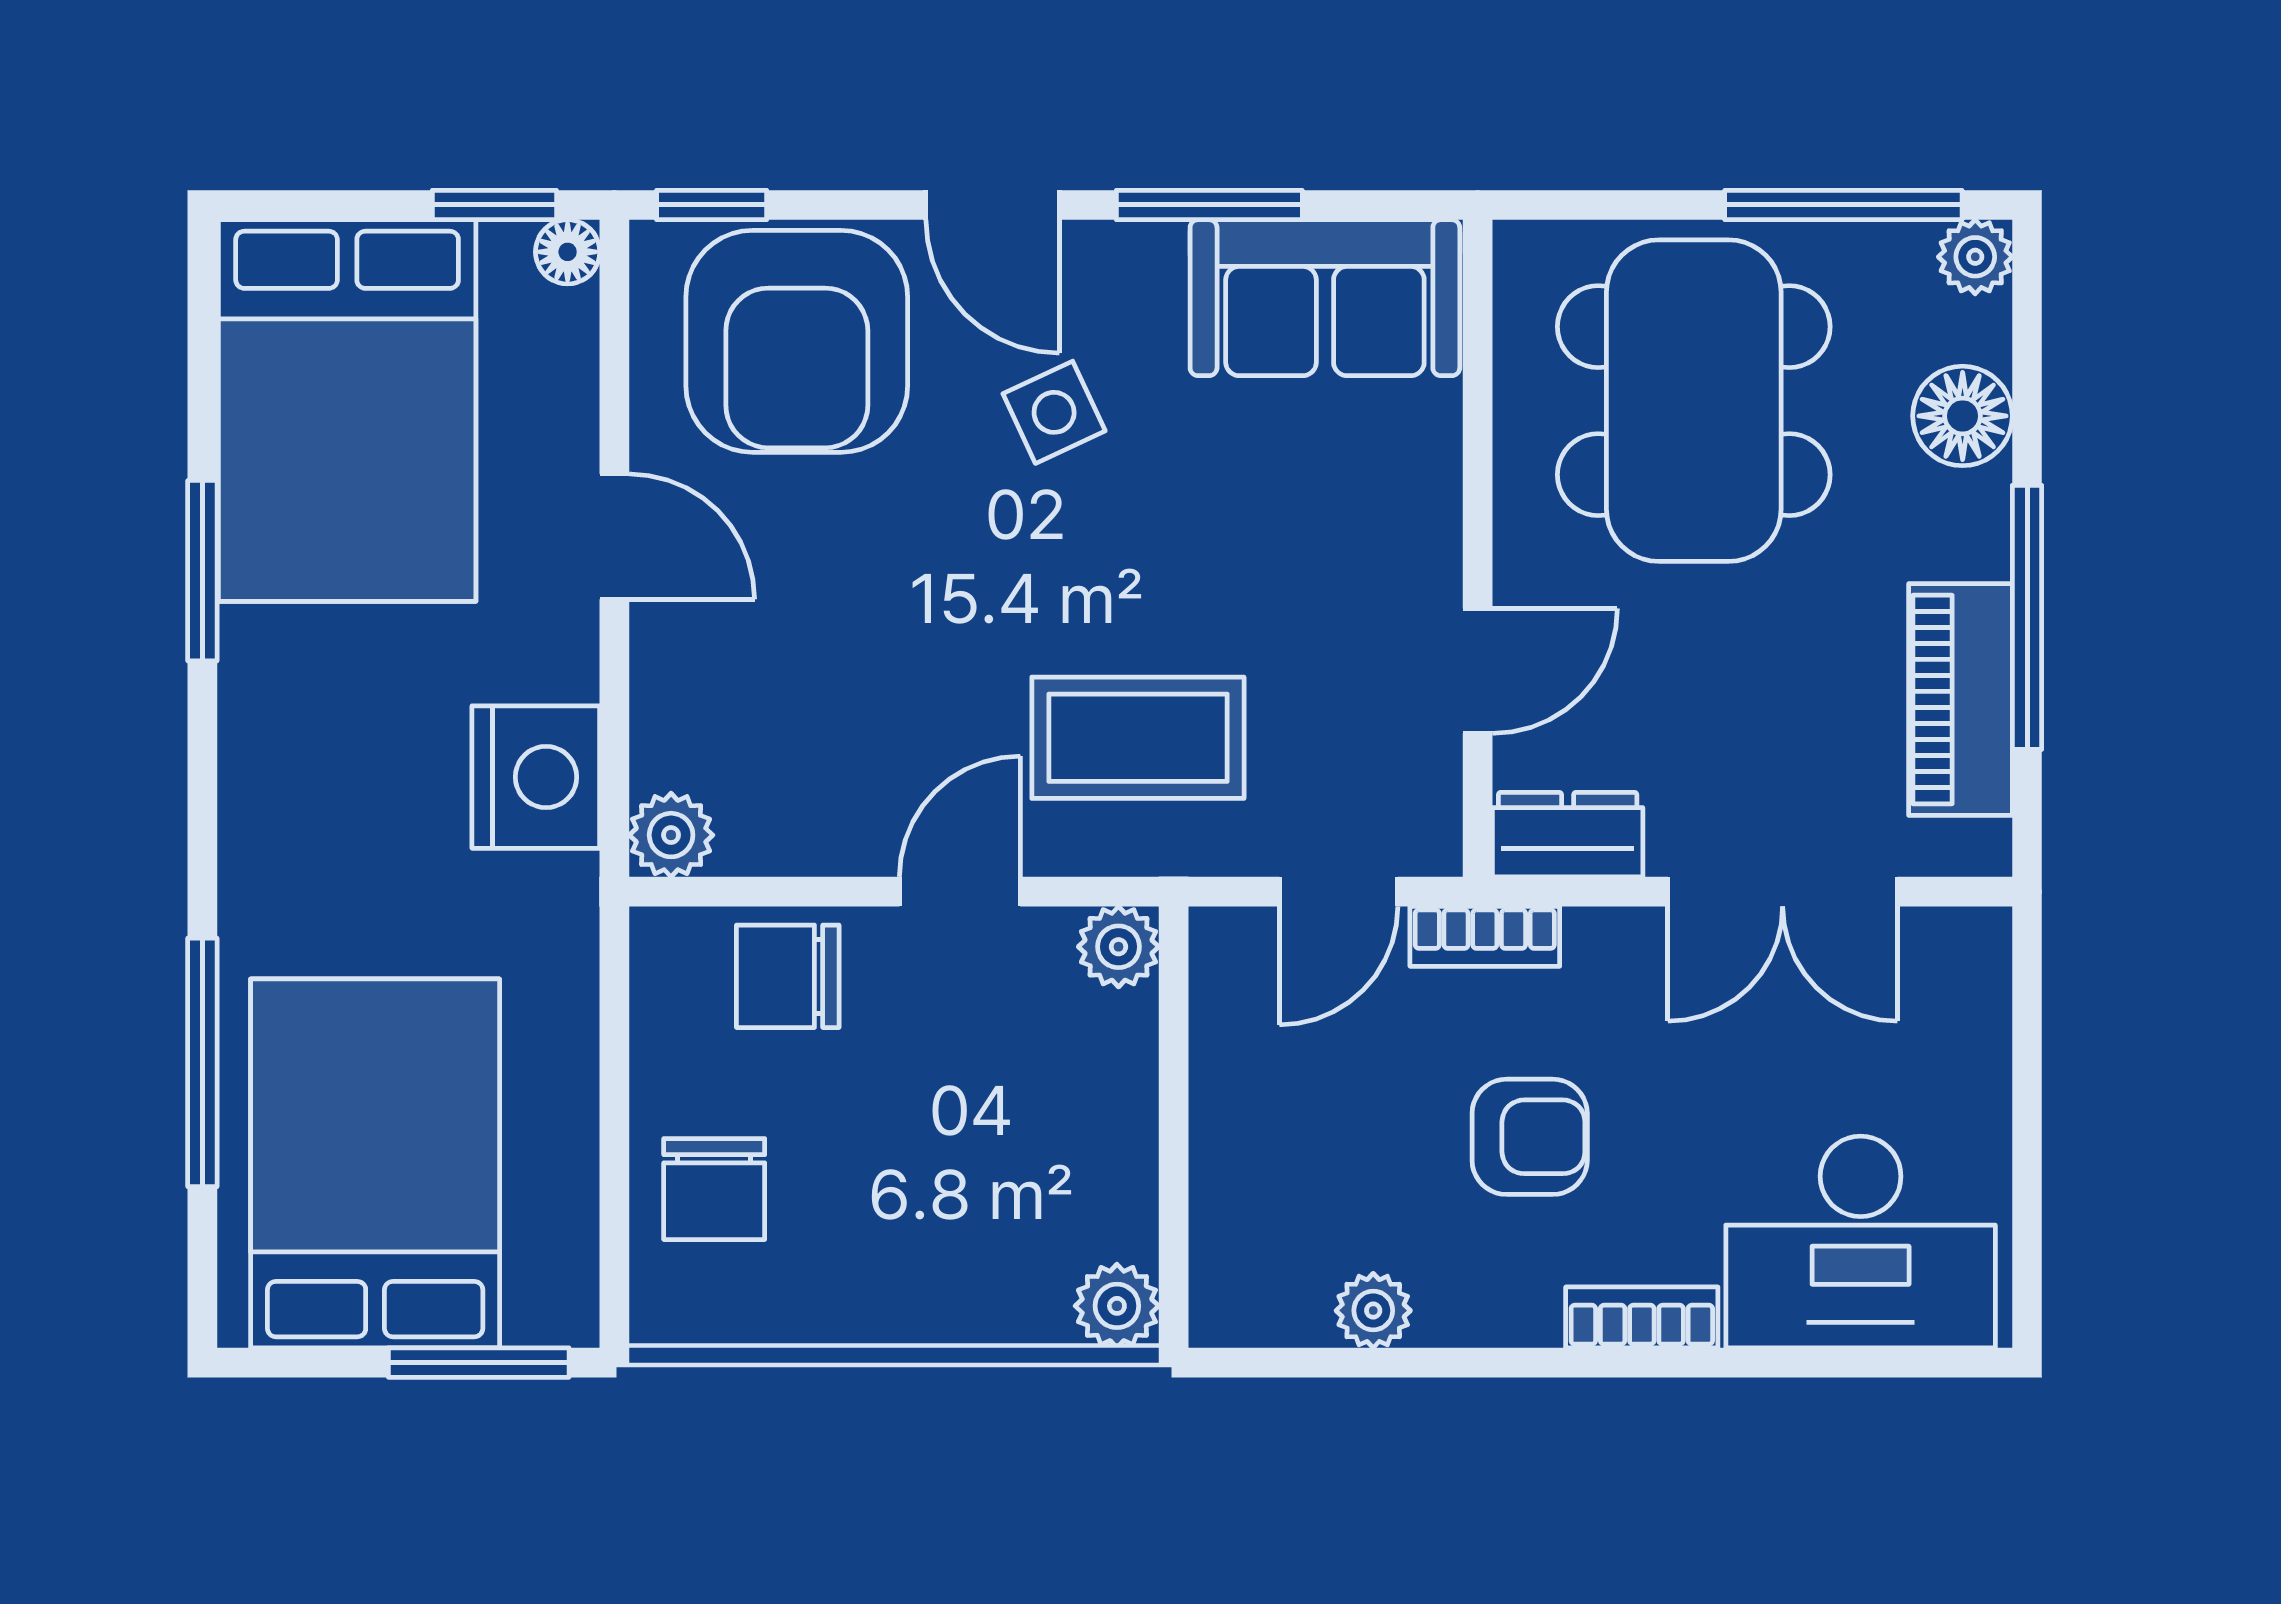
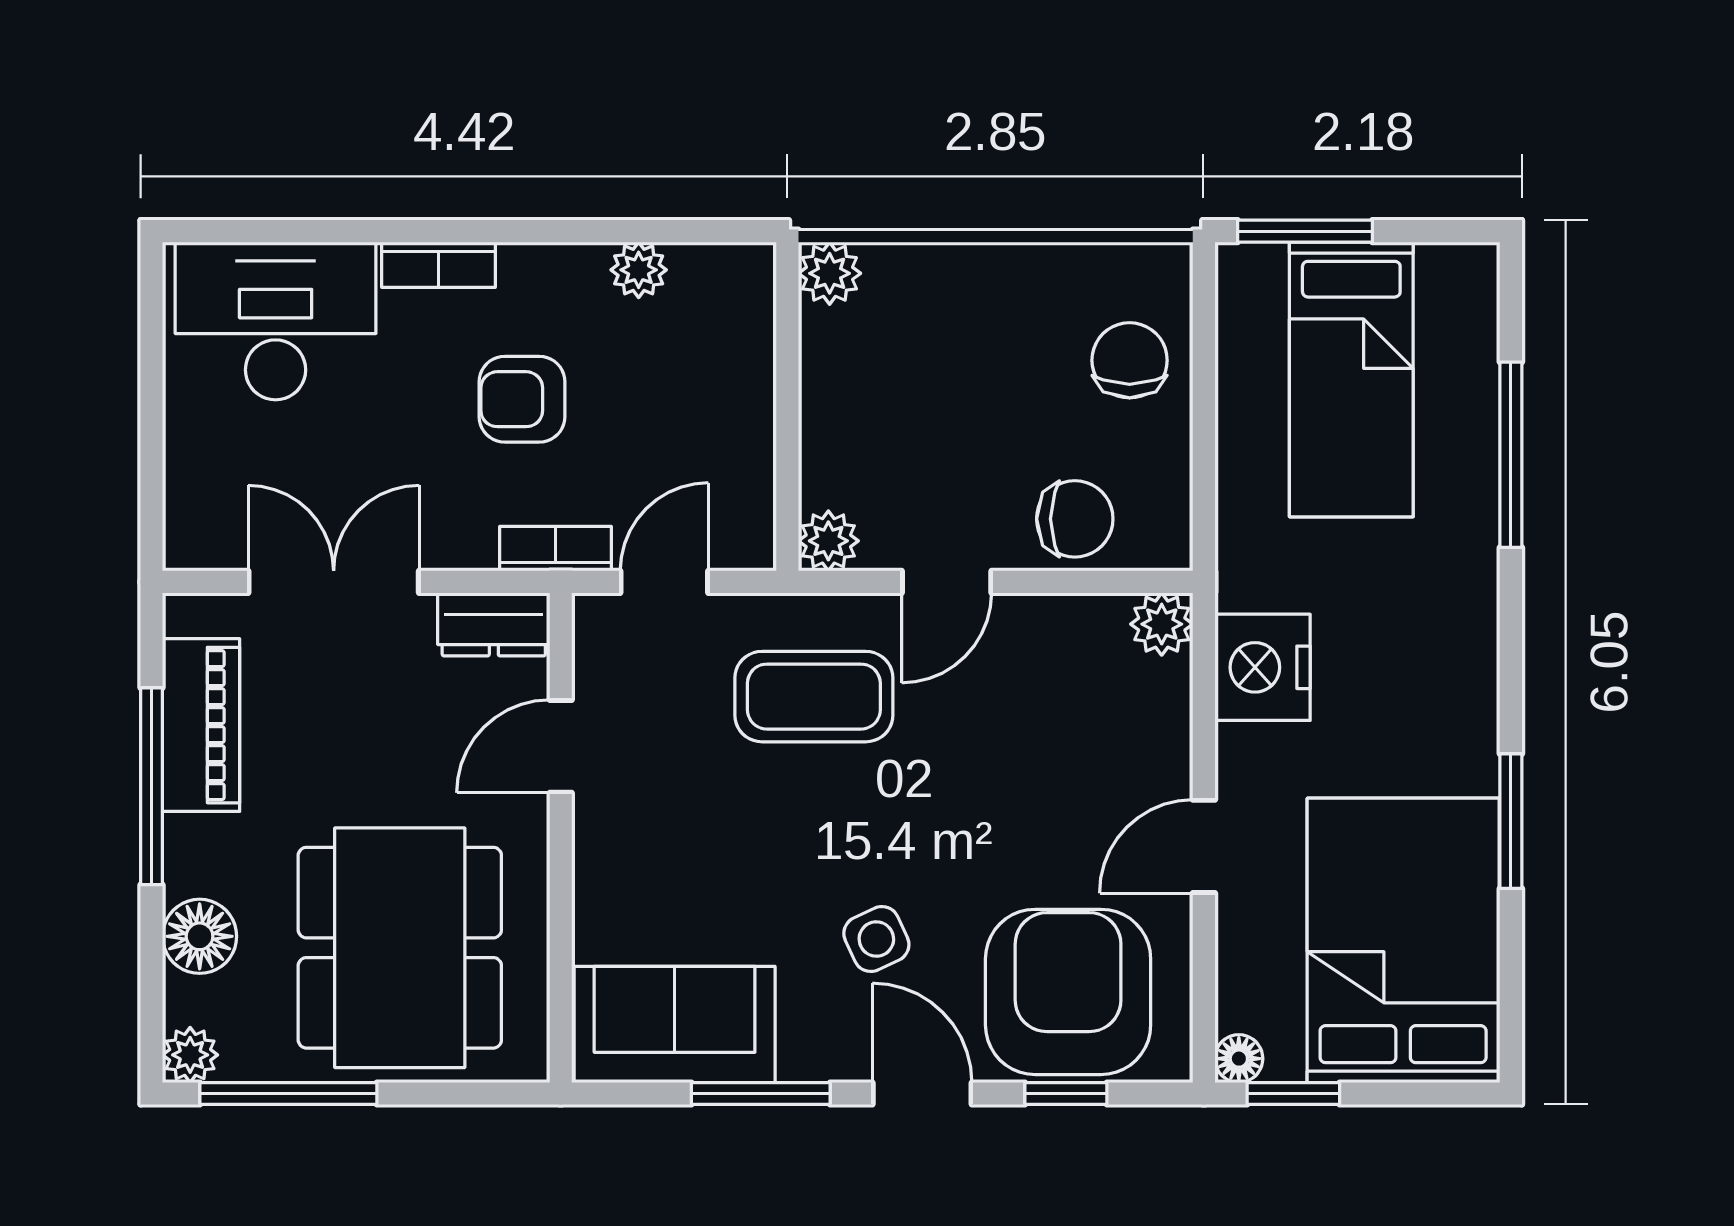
window: (712, 205) -> (1066, 1093), moved
door: (614, 537) -> (1204, 846), hinge flipped
bed: (375, 1163) -> (1351, 379), width x0.67

